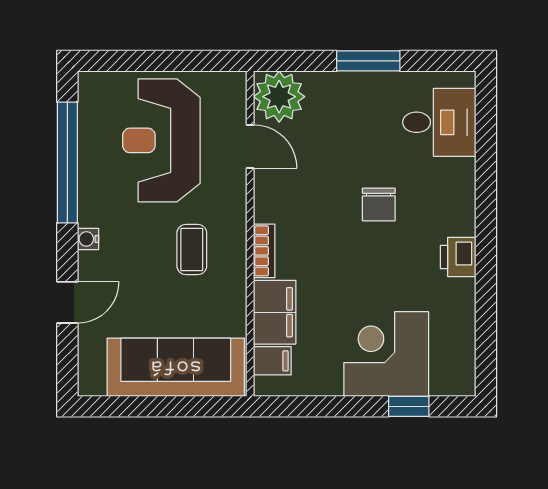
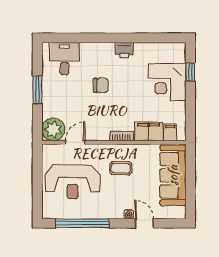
water cooler: (88, 239) -> (129, 214), moved

